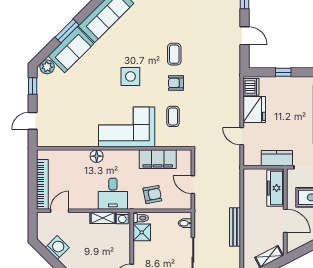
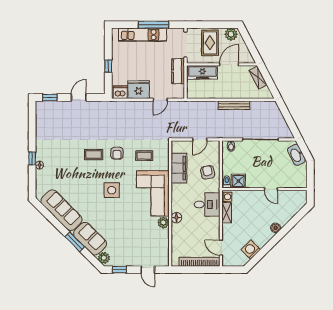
plant: (91, 140) -> (163, 223), added

